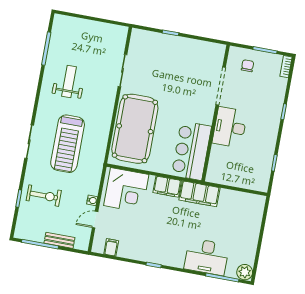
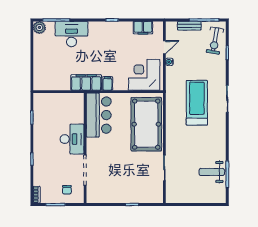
weight bench: (69, 81) -> (212, 172), moved, turned 90
filing cabinet: (167, 187) -> (107, 83), width x0.50
exercise bike: (44, 196) -> (215, 41), moved, turned -80
filing cabinet: (111, 247) -> (143, 28), width x2.00

